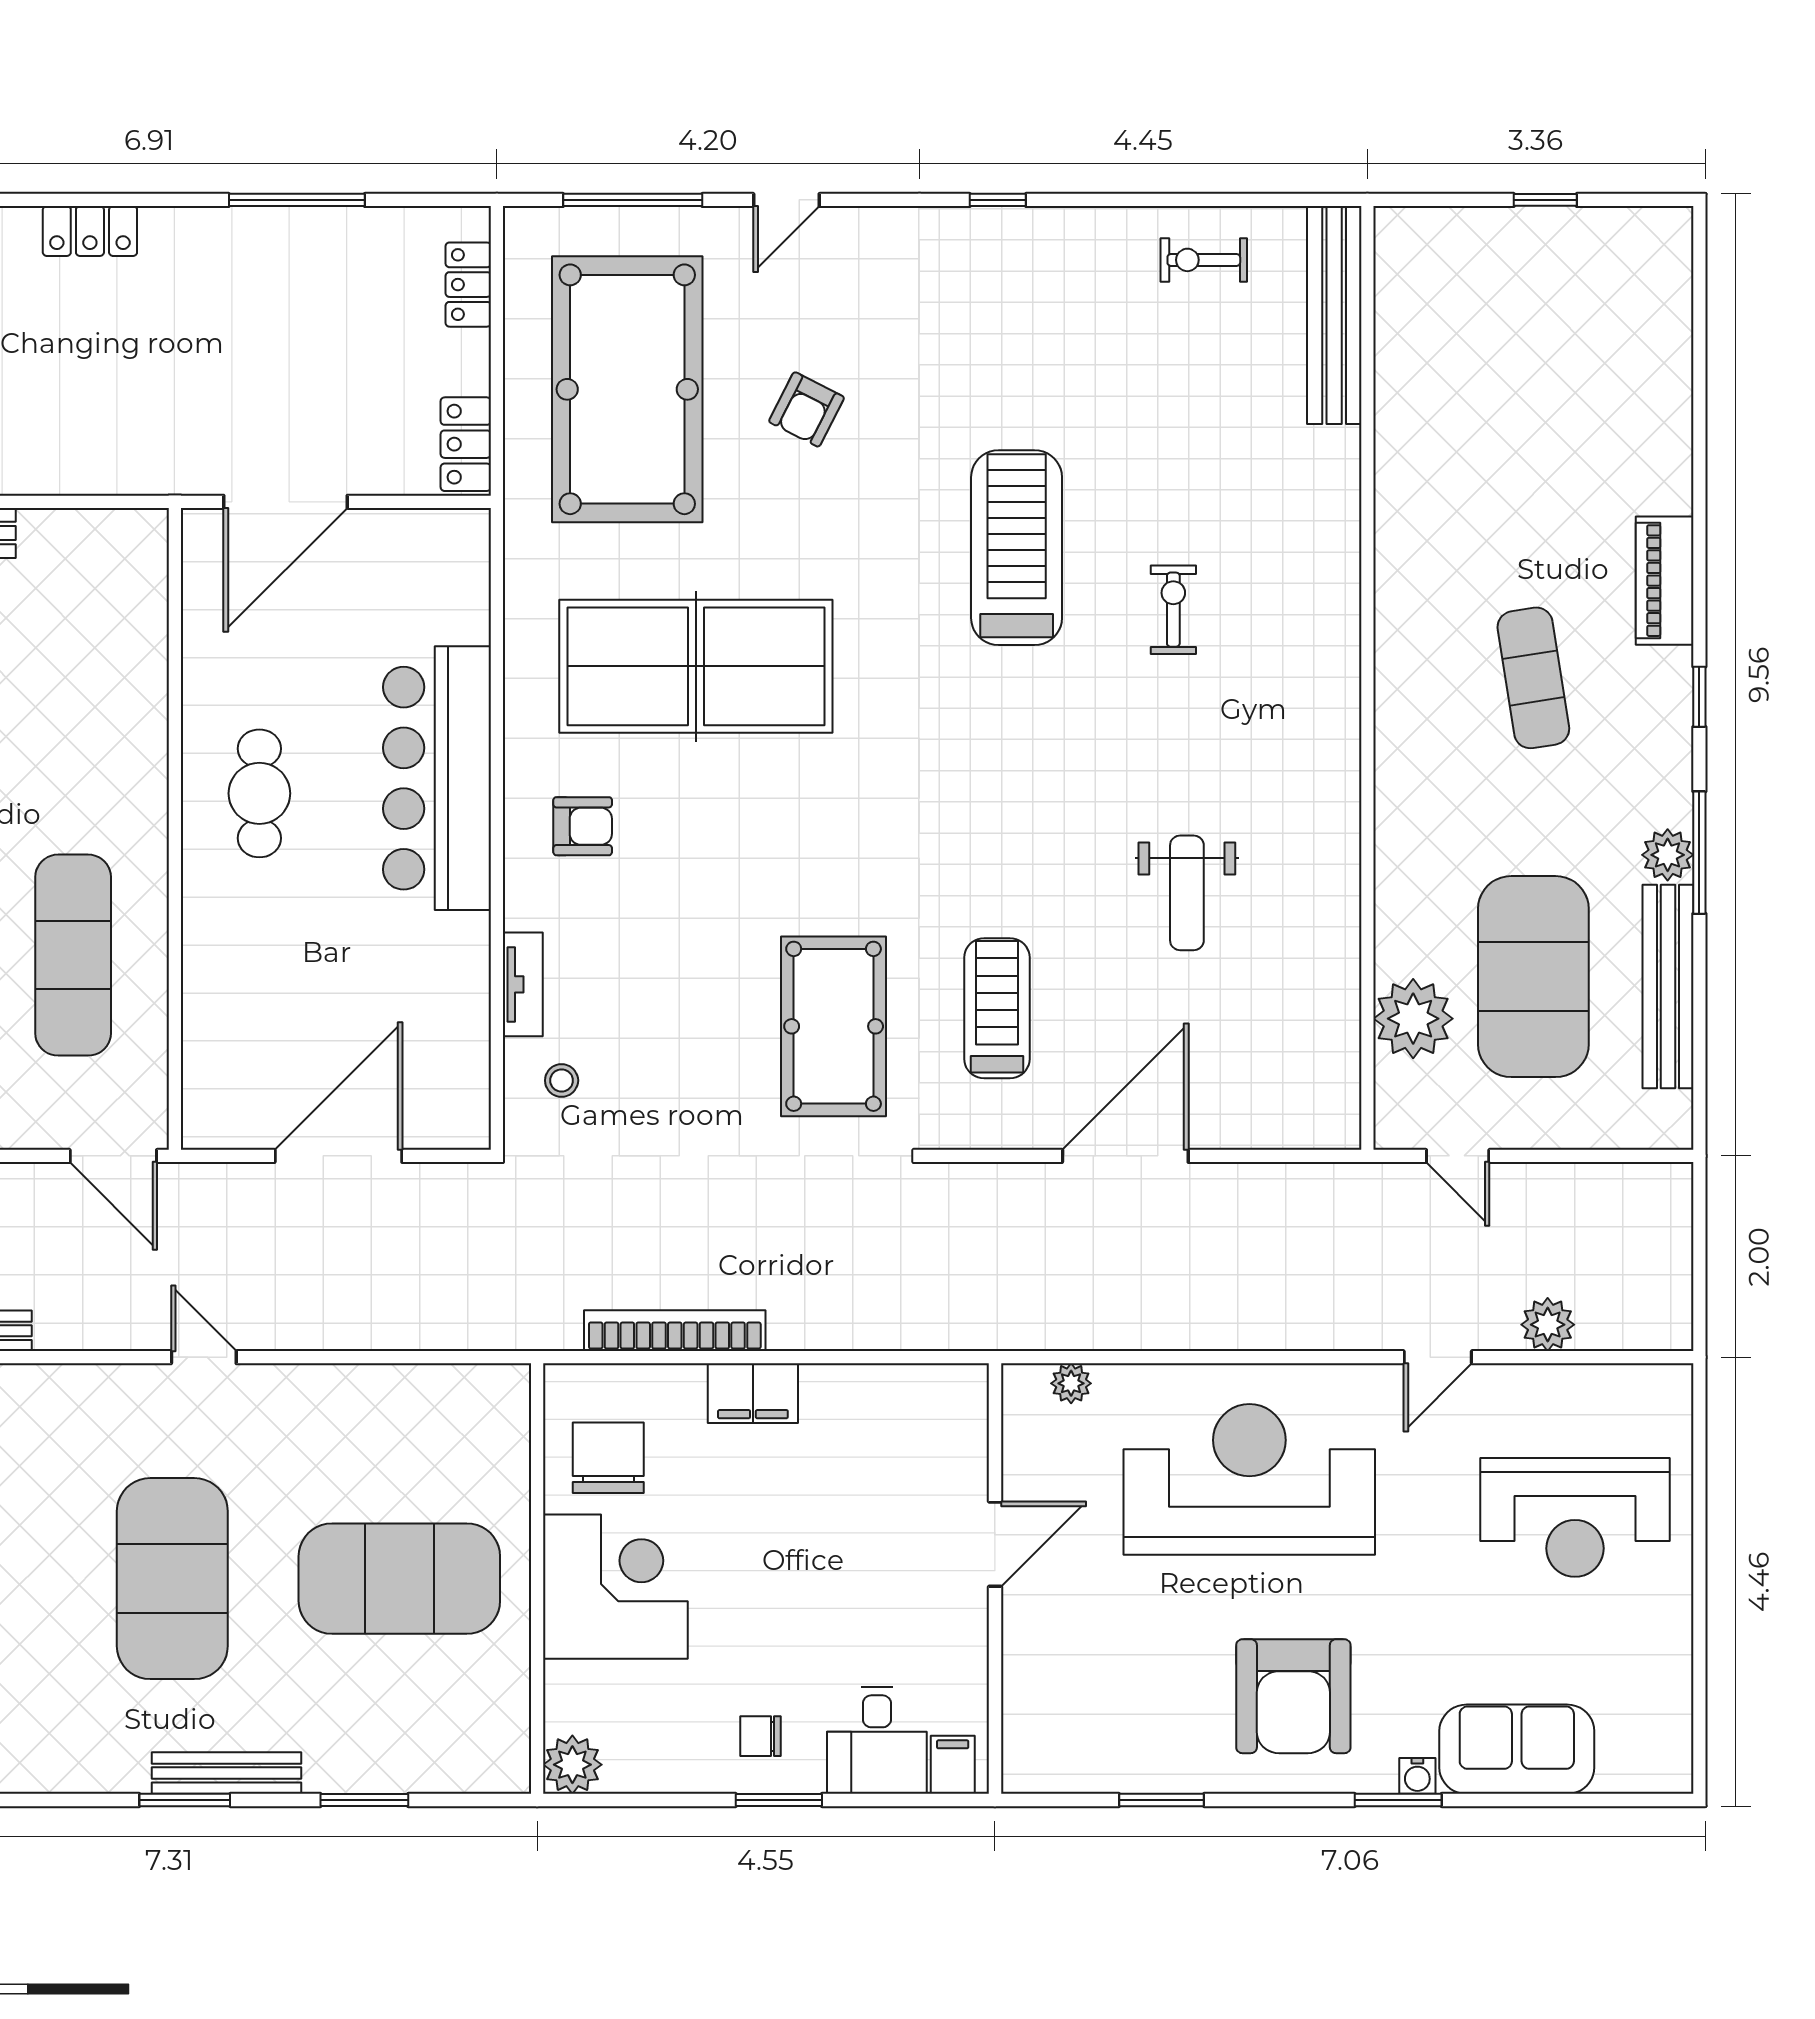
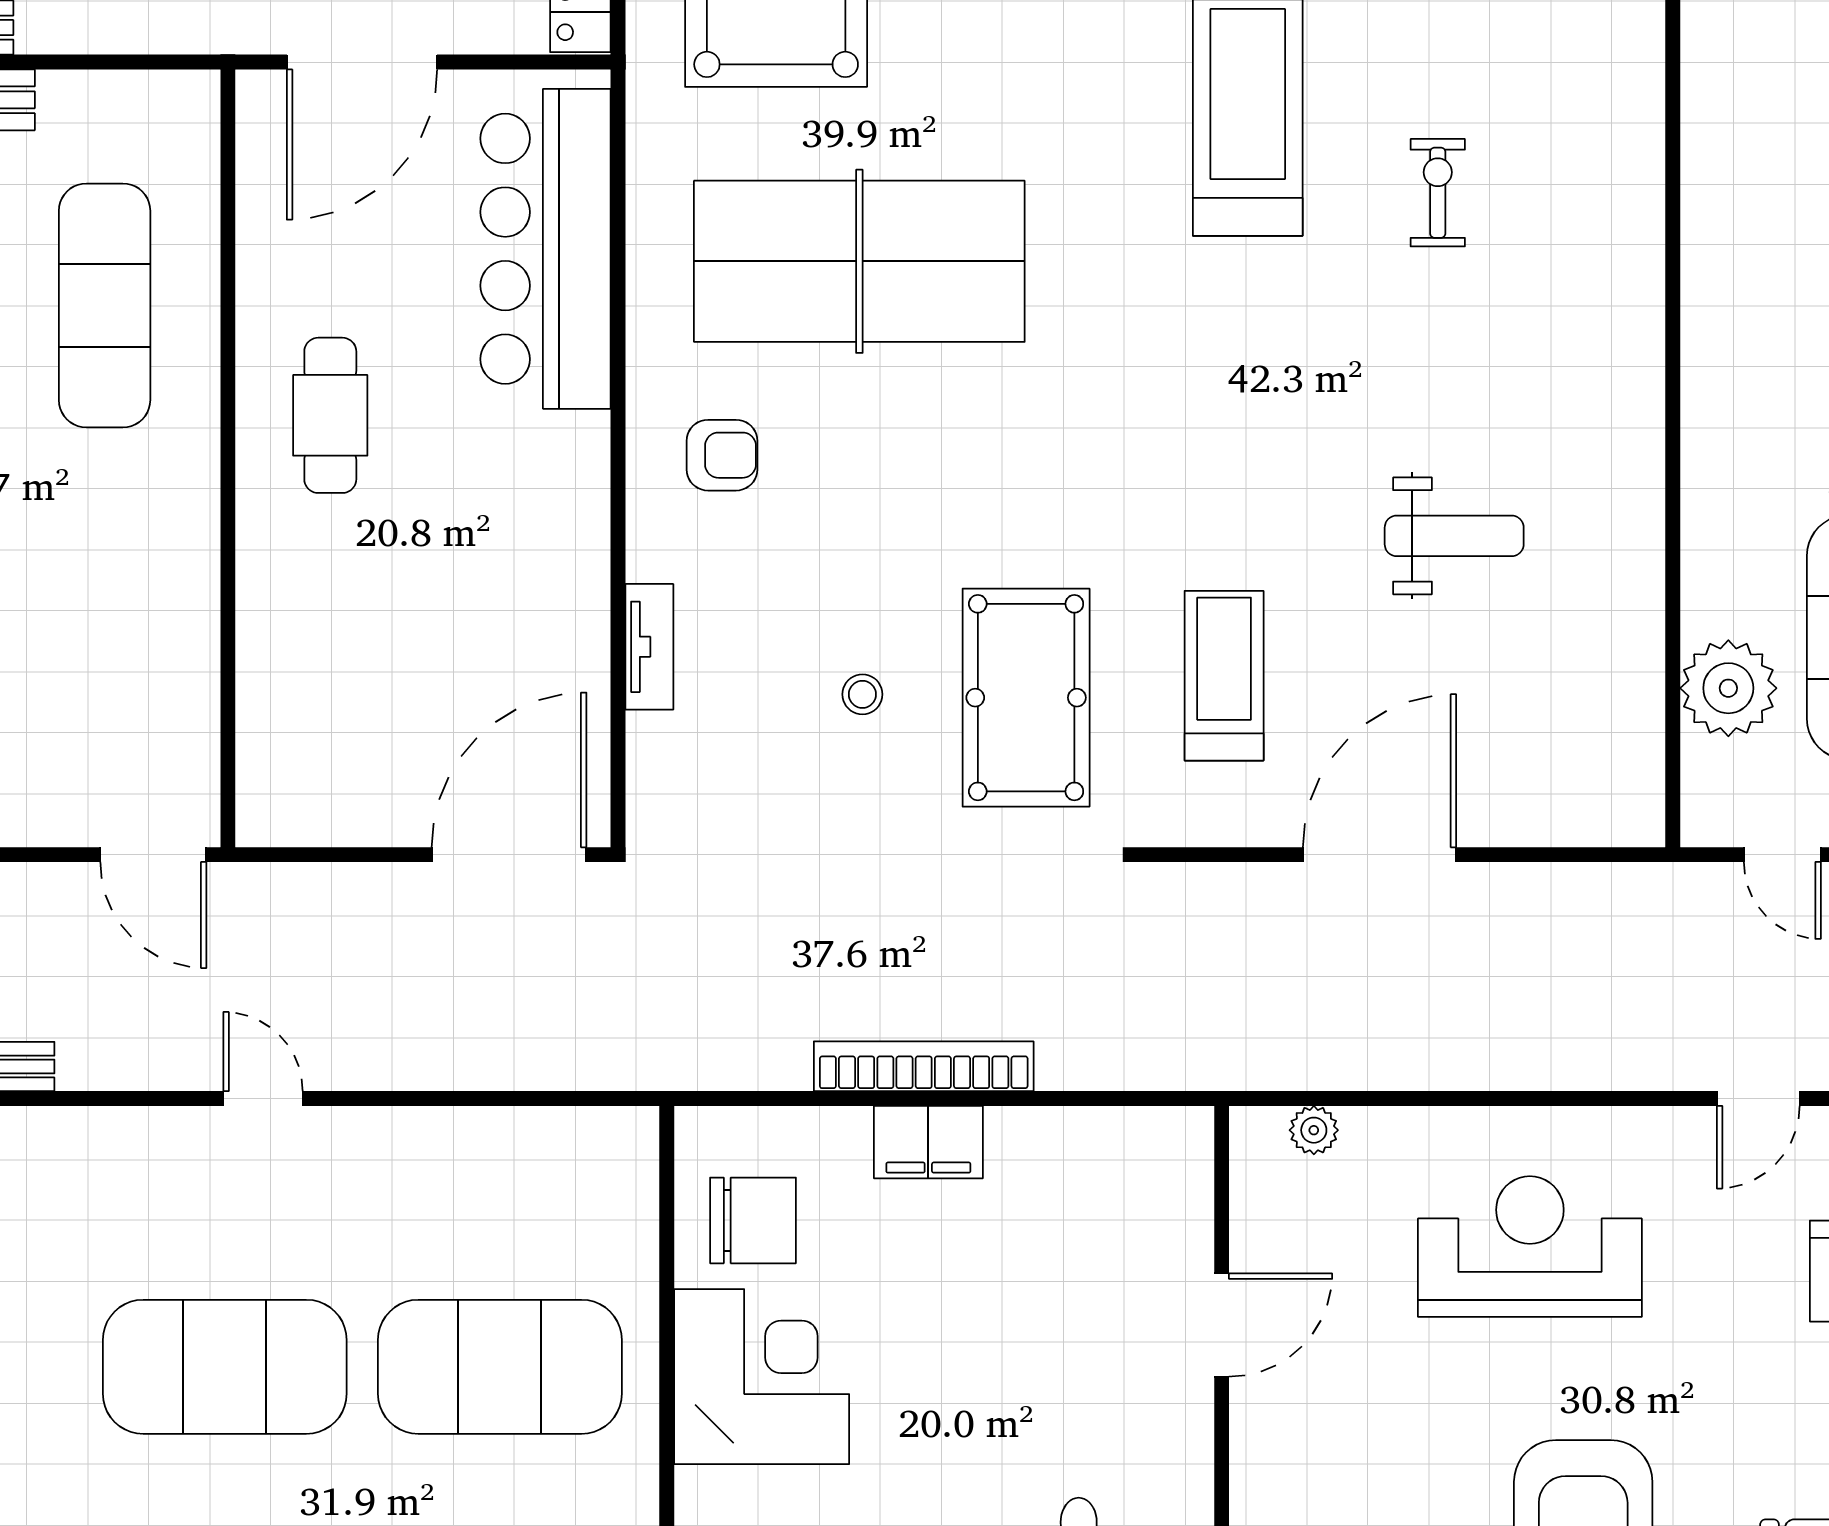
bar counter: (437, 778) -> (546, 249), moved
weight bench: (1187, 893) -> (1454, 536), turned -90
exercise mat: (73, 955) -> (105, 305), moved
stool: (562, 1080) -> (862, 694), moved
door: (338, 1156) -> (509, 855), moved
bookcase: (675, 1331) -> (924, 1066), moved
chair: (608, 1458) -> (753, 1220), turned 90
reception desk: (1249, 1479) -> (1530, 1247), width x0.74, depth x0.77
exercise mat: (172, 1579) -> (225, 1367), turned 90

